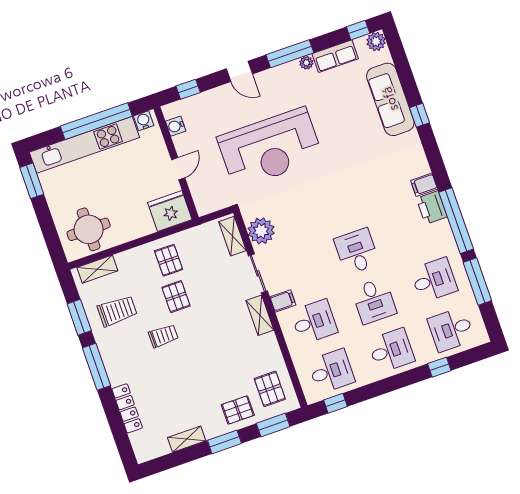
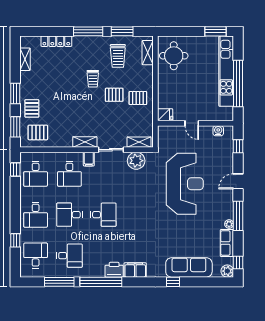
water cooler: (144, 121) -> (228, 112), removed
reception desk: (270, 148) -> (185, 184), turned 180
filing cabinet: (424, 185) -> (135, 270), width x2.00
fridge: (170, 211) -> (165, 115), width x0.53, depth x0.75
desk: (434, 280) -> (69, 256), turned -90
shelving: (187, 439) -> (25, 59), moved

